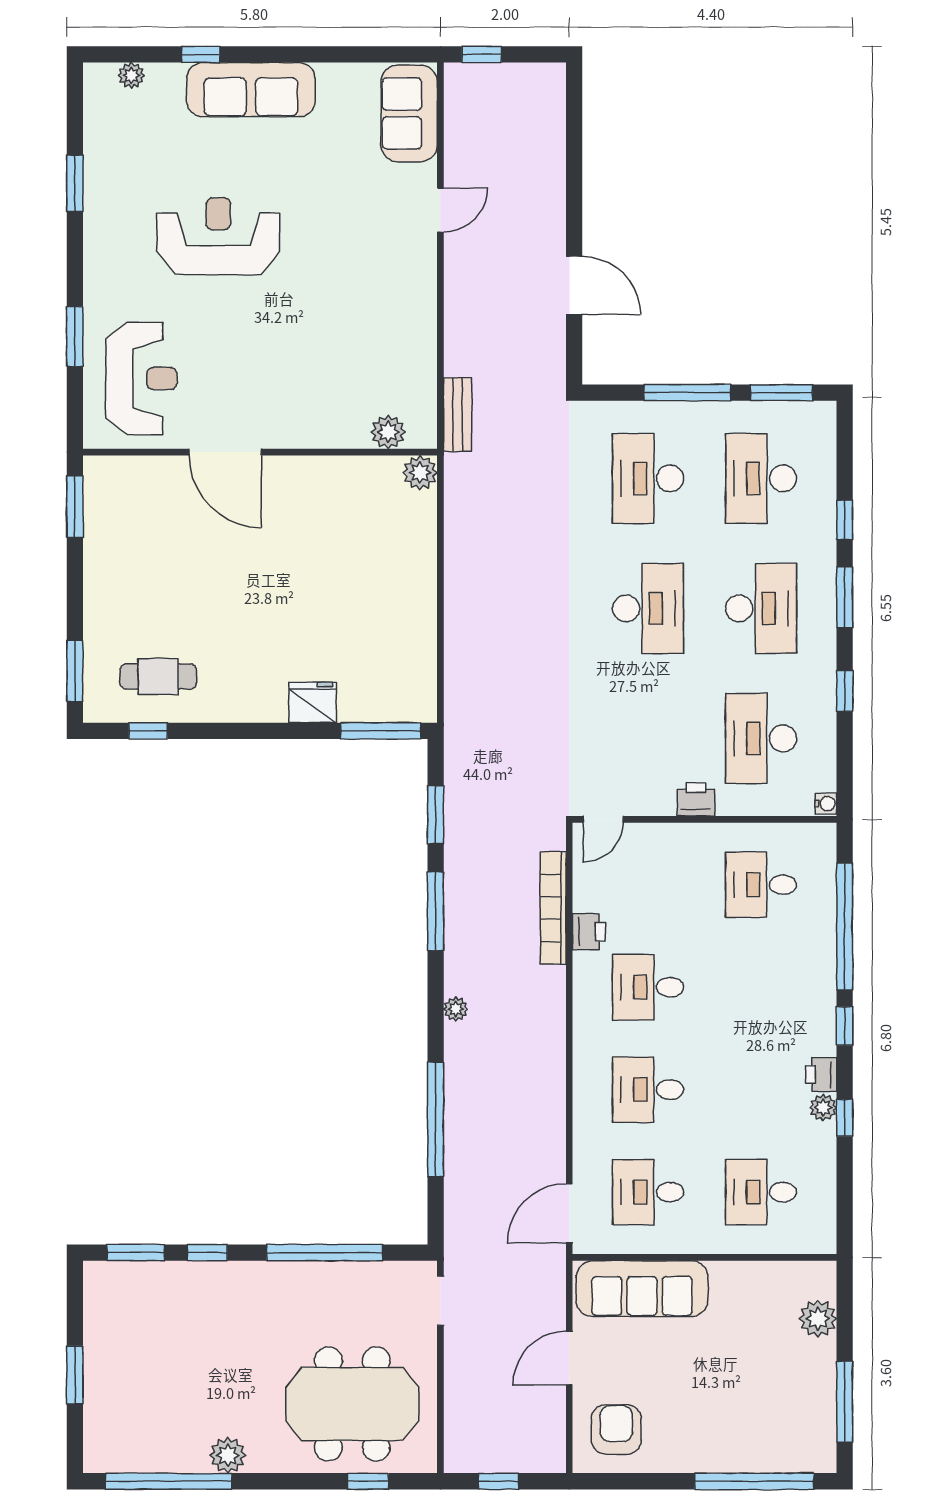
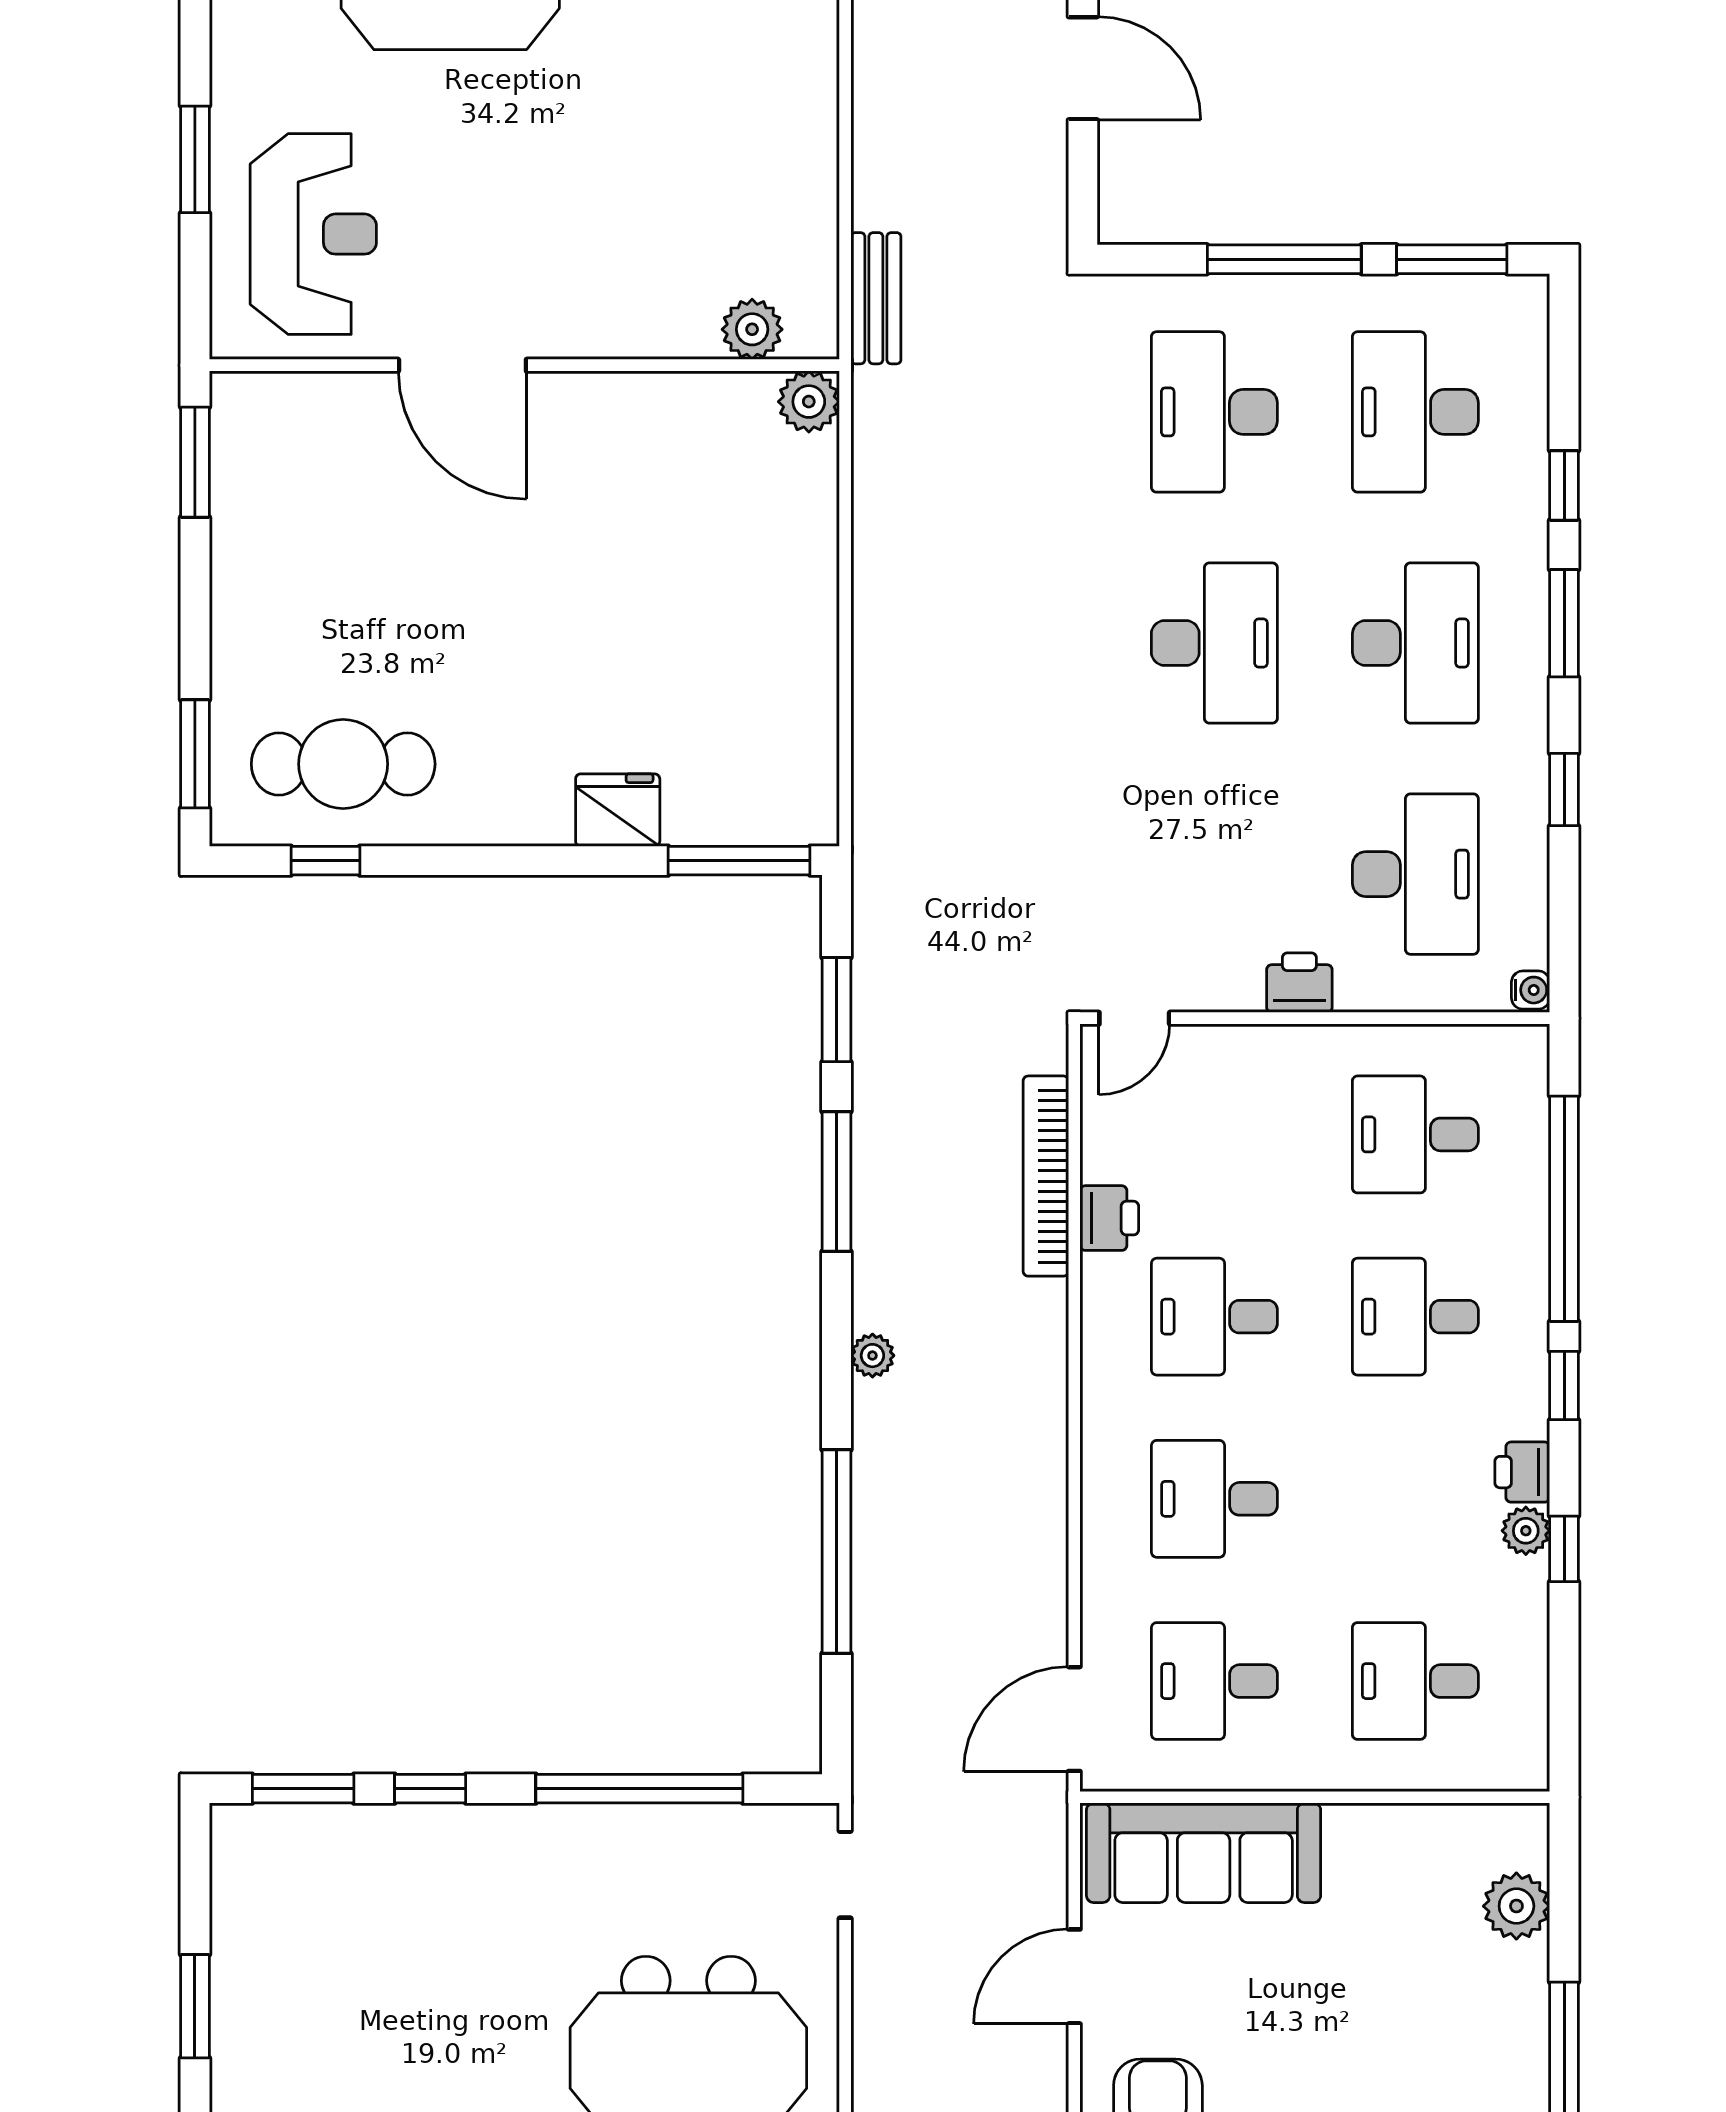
cafe table: (158, 676) -> (343, 764), width x1.37, depth x1.35
desk: (761, 738) -> (1415, 874), turned 180
desk: (761, 987) -> (1415, 1317), added

